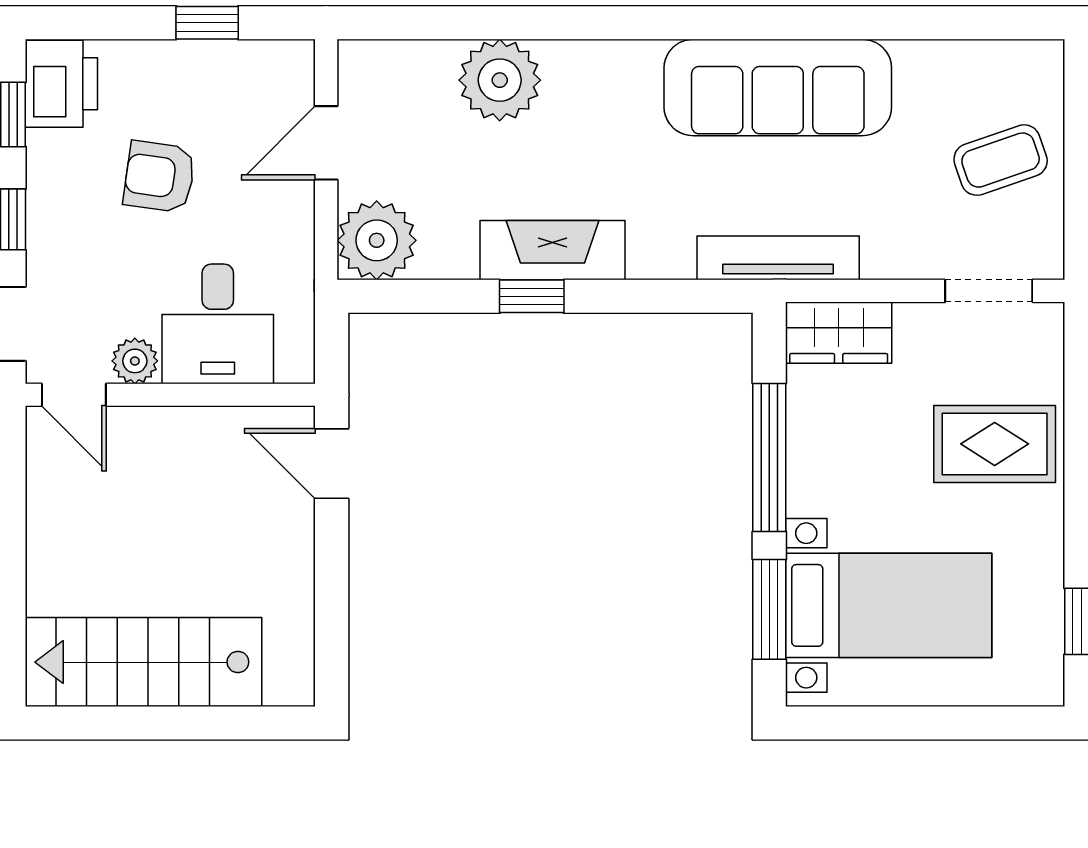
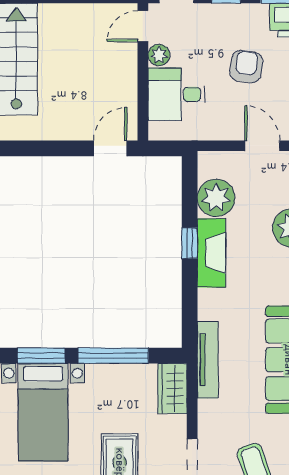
plant: (377, 240) -> (216, 198), moved

